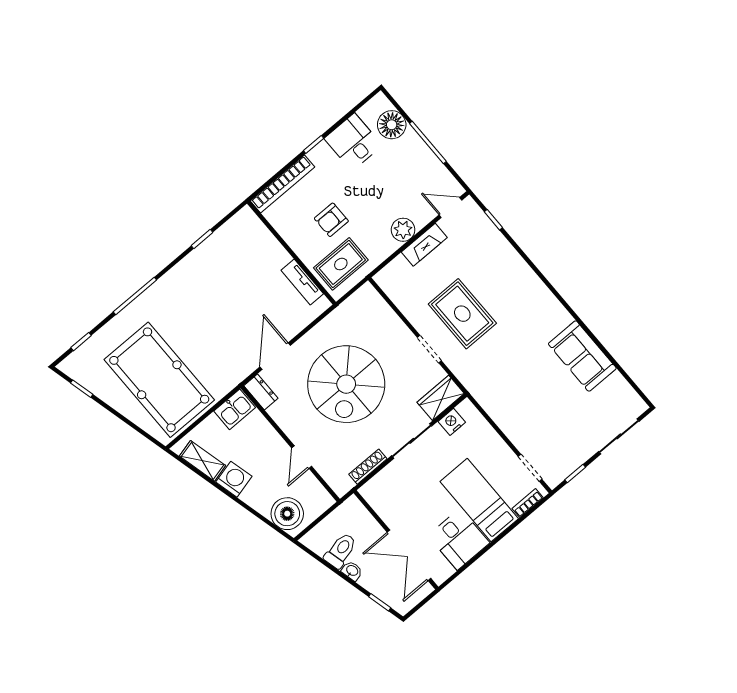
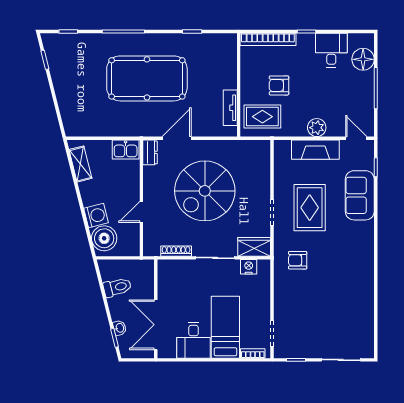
fireplace: (424, 245) -> (315, 150), width x1.37, depth x1.32
sofa: (582, 356) -> (360, 195), moved
armchair: (494, 375) -> (298, 260), added
pool table: (159, 380) -> (147, 78), moved, turned 90
washing machine: (234, 479) -> (96, 216), moved
washbasin: (352, 571) -> (120, 328), moved

